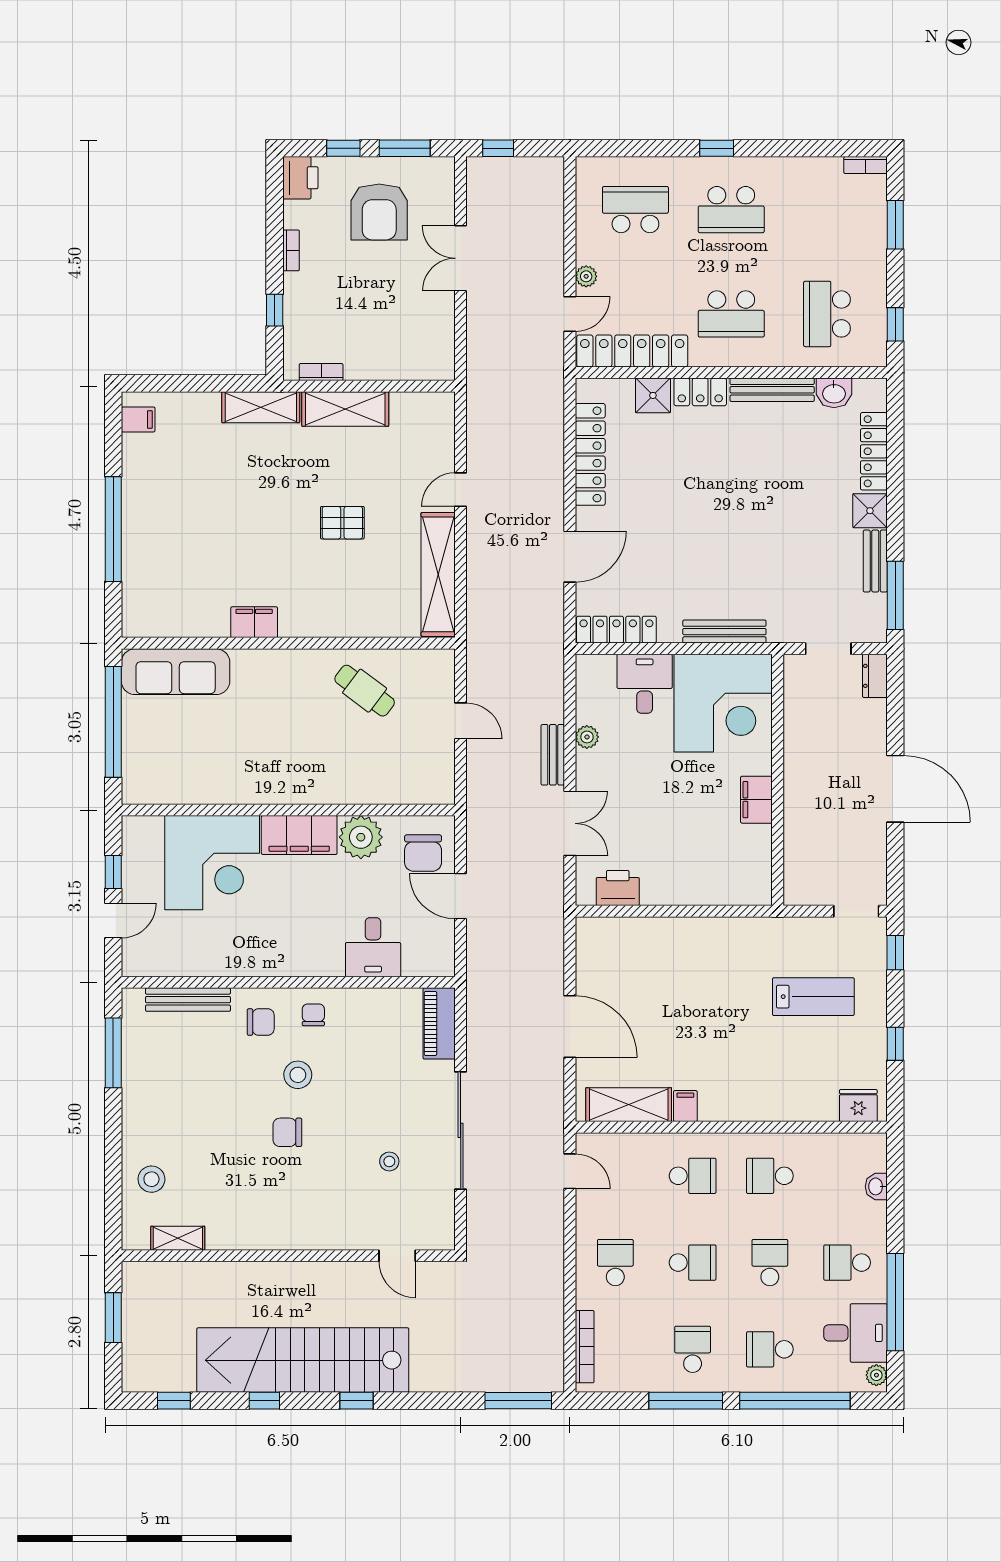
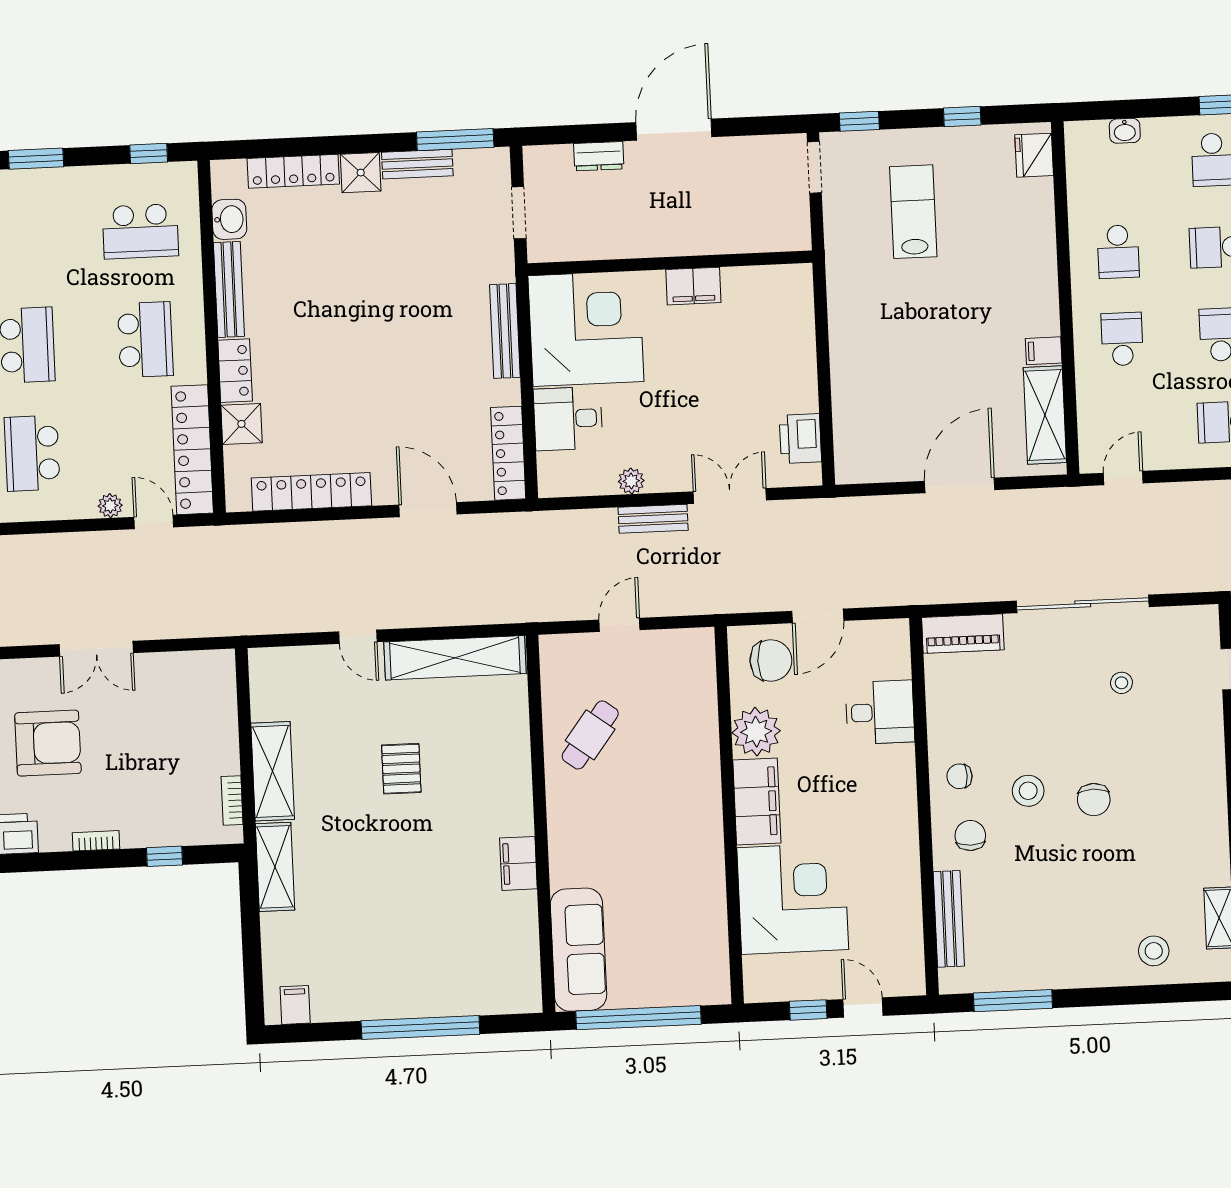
dresser: (875, 676) -> (599, 156), moved

